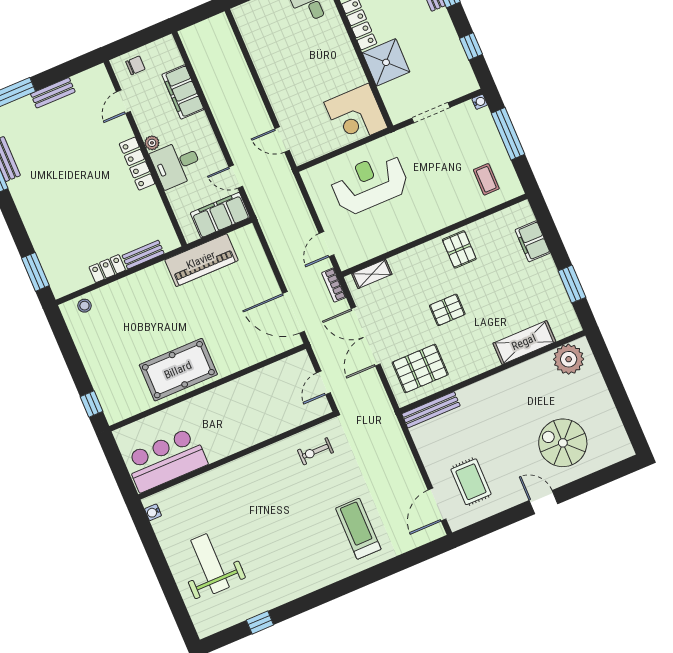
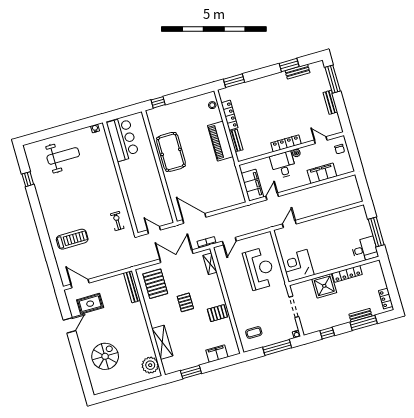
door: (327, 244) -> (229, 241), swing flipped
piano: (201, 260) -> (220, 141), moved
locker: (107, 269) -> (230, 115), width x1.53
door: (293, 312) -> (194, 218), hinge flipped
door: (543, 502) -> (69, 325), moved

